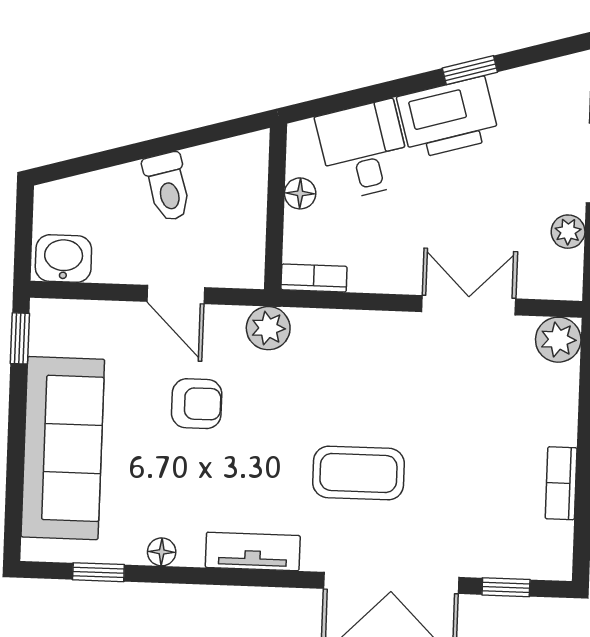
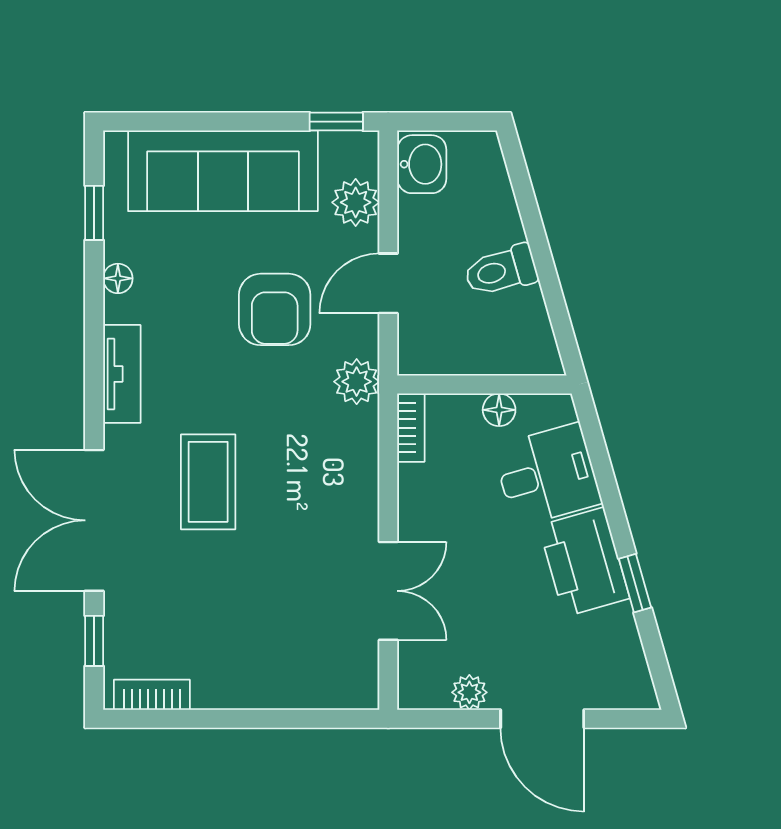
plant: (558, 340) -> (356, 202), moved
armchair: (197, 404) -> (275, 309), width x1.38, depth x1.38
bookcase: (561, 483) -> (152, 695), moved

